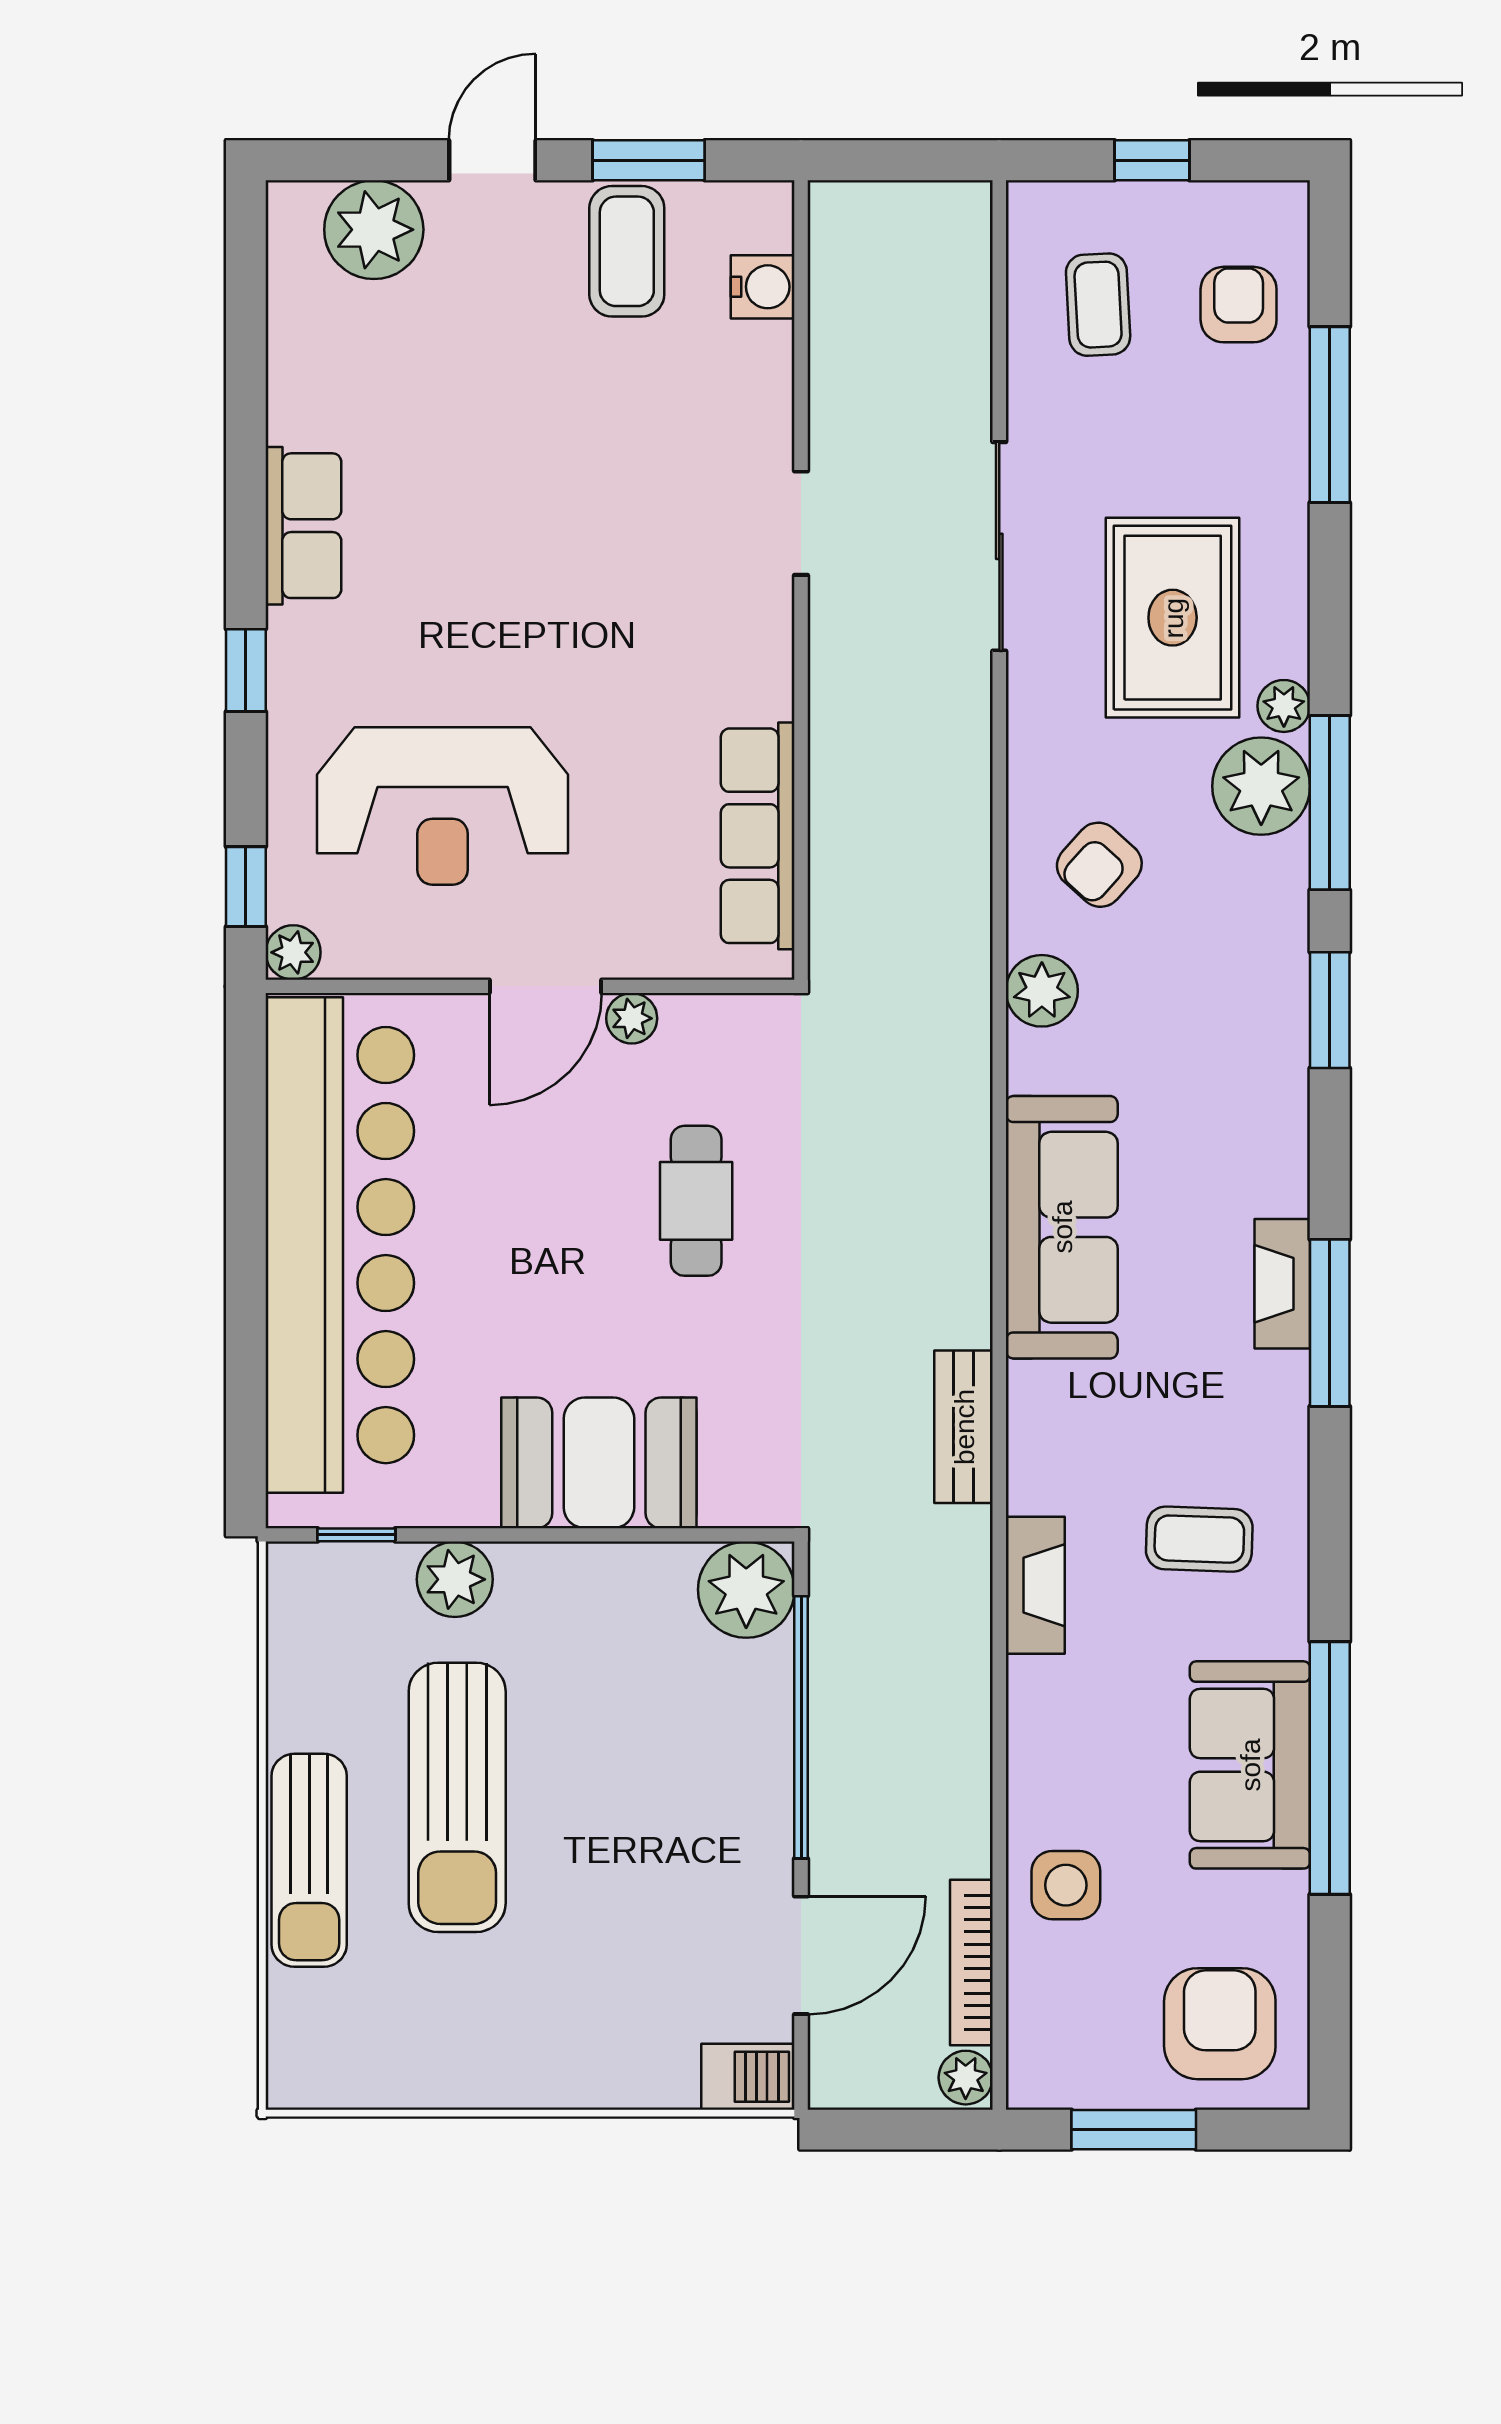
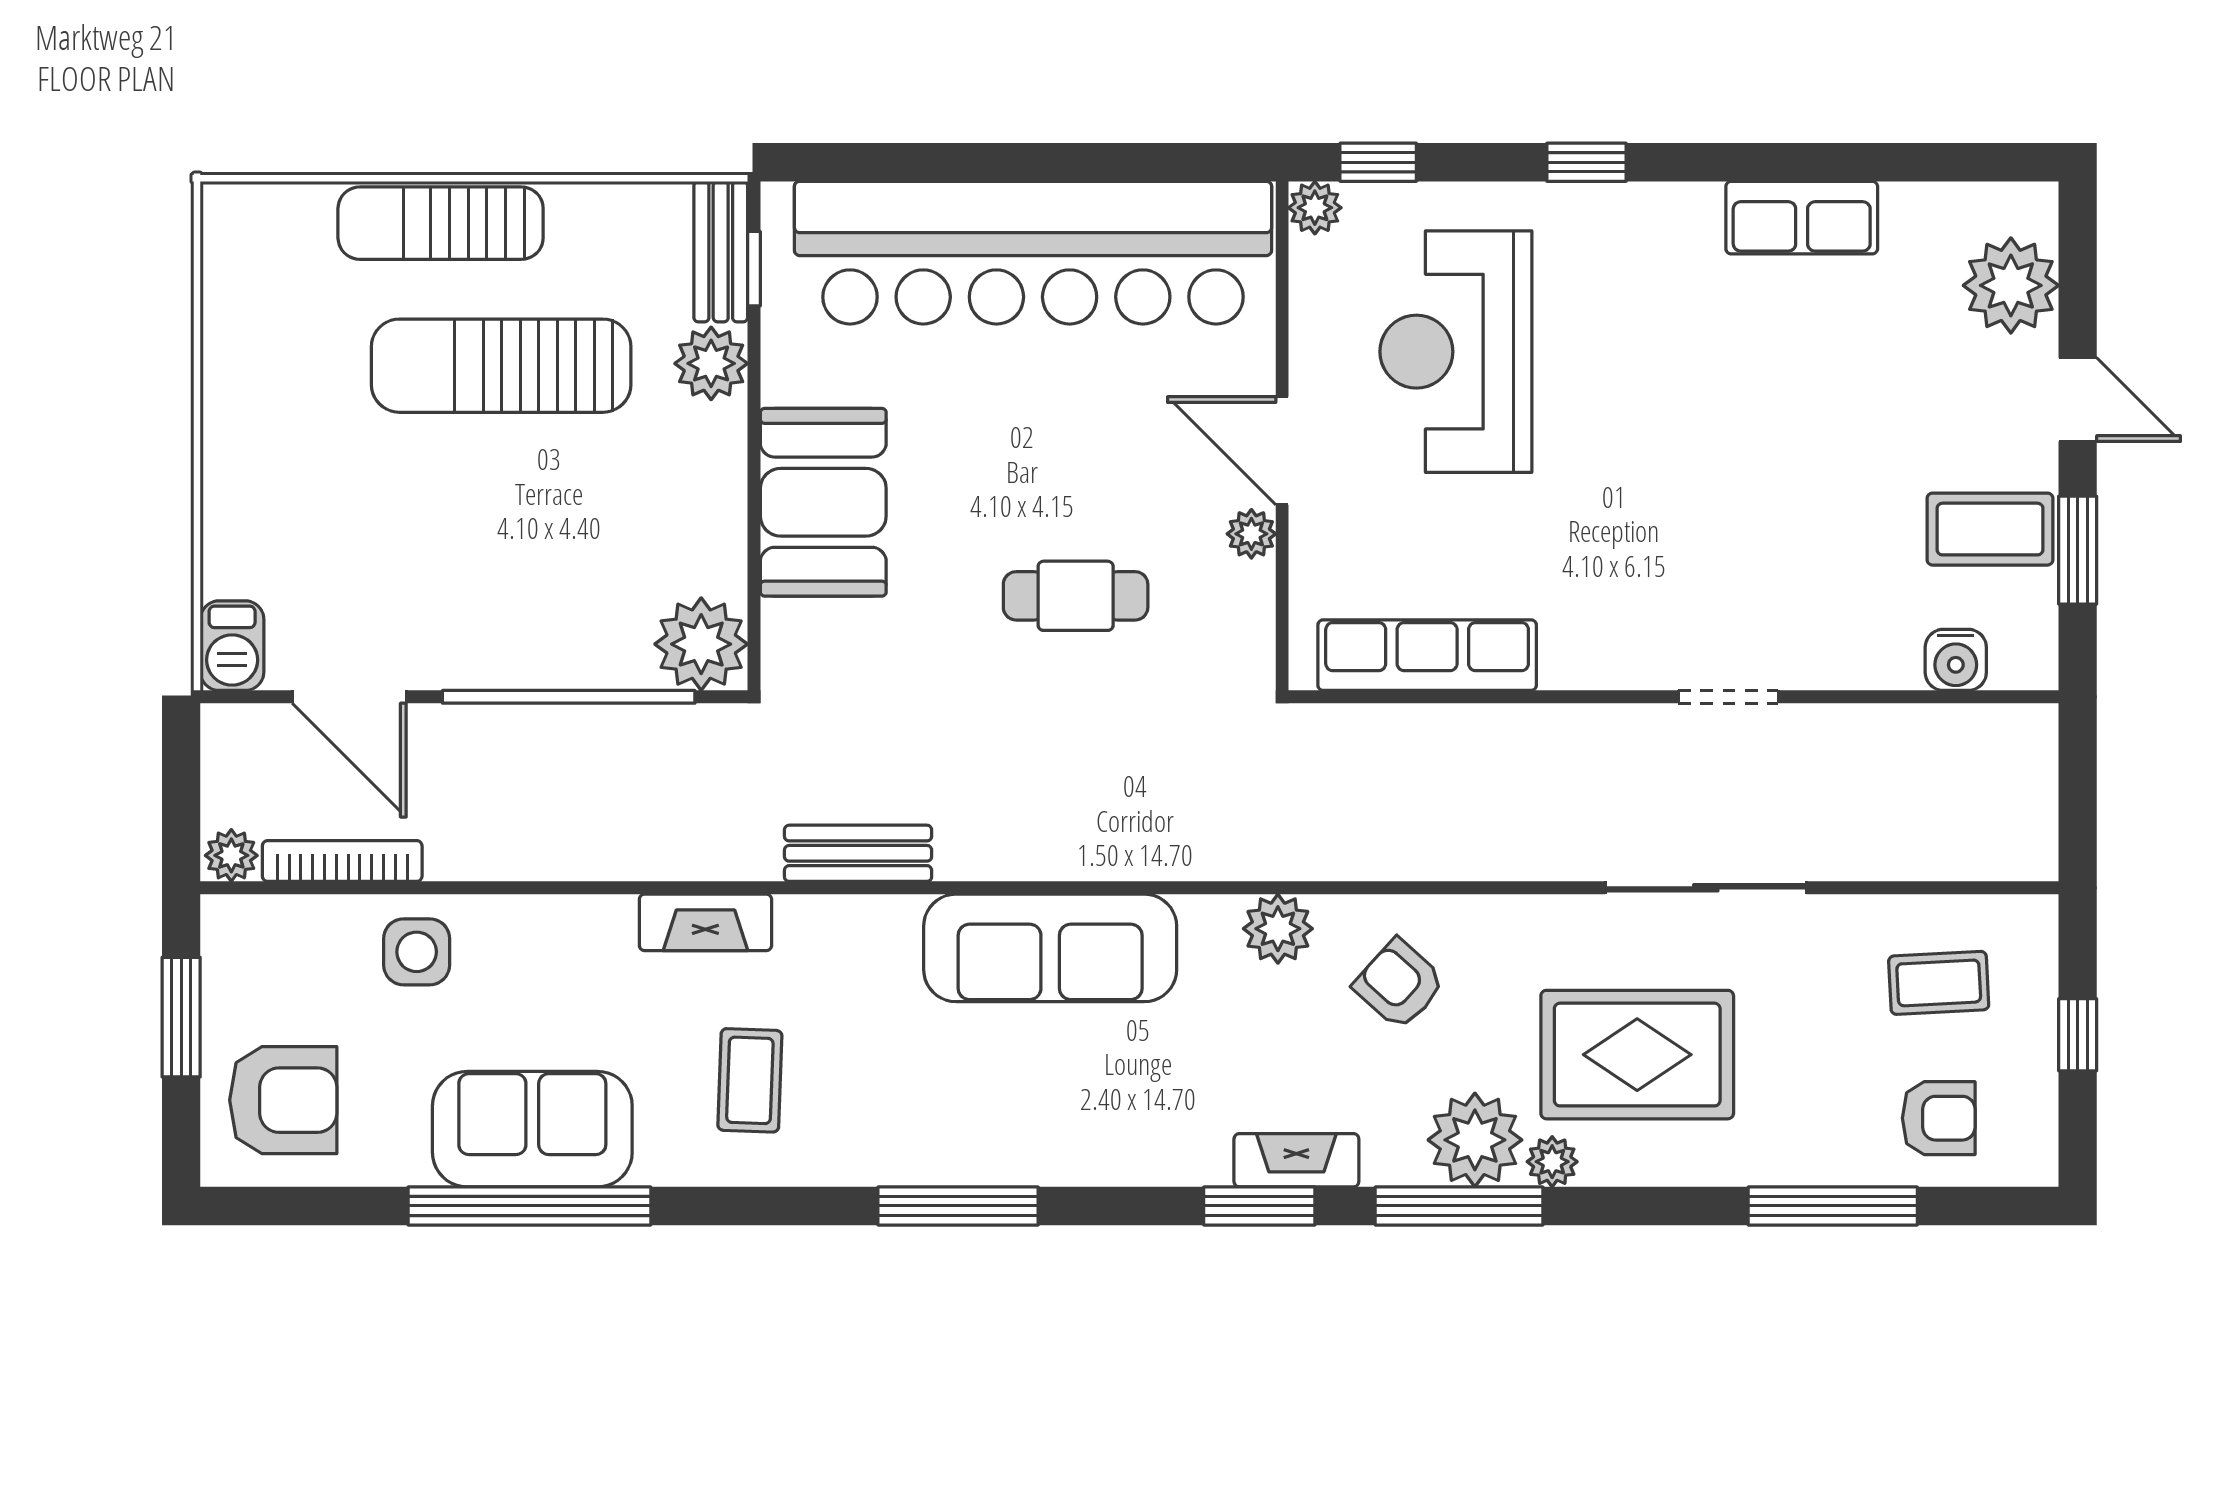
row of seats: (303, 526) -> (1802, 218), moved
fireplace: (1282, 1284) -> (1296, 1160), moved
bench: (339, 1569) -> (721, 252), added

